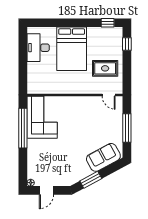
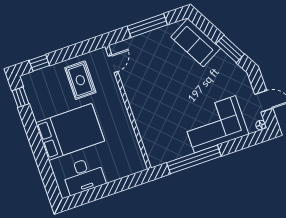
corner sofa: (42, 117) -> (215, 124), moved

